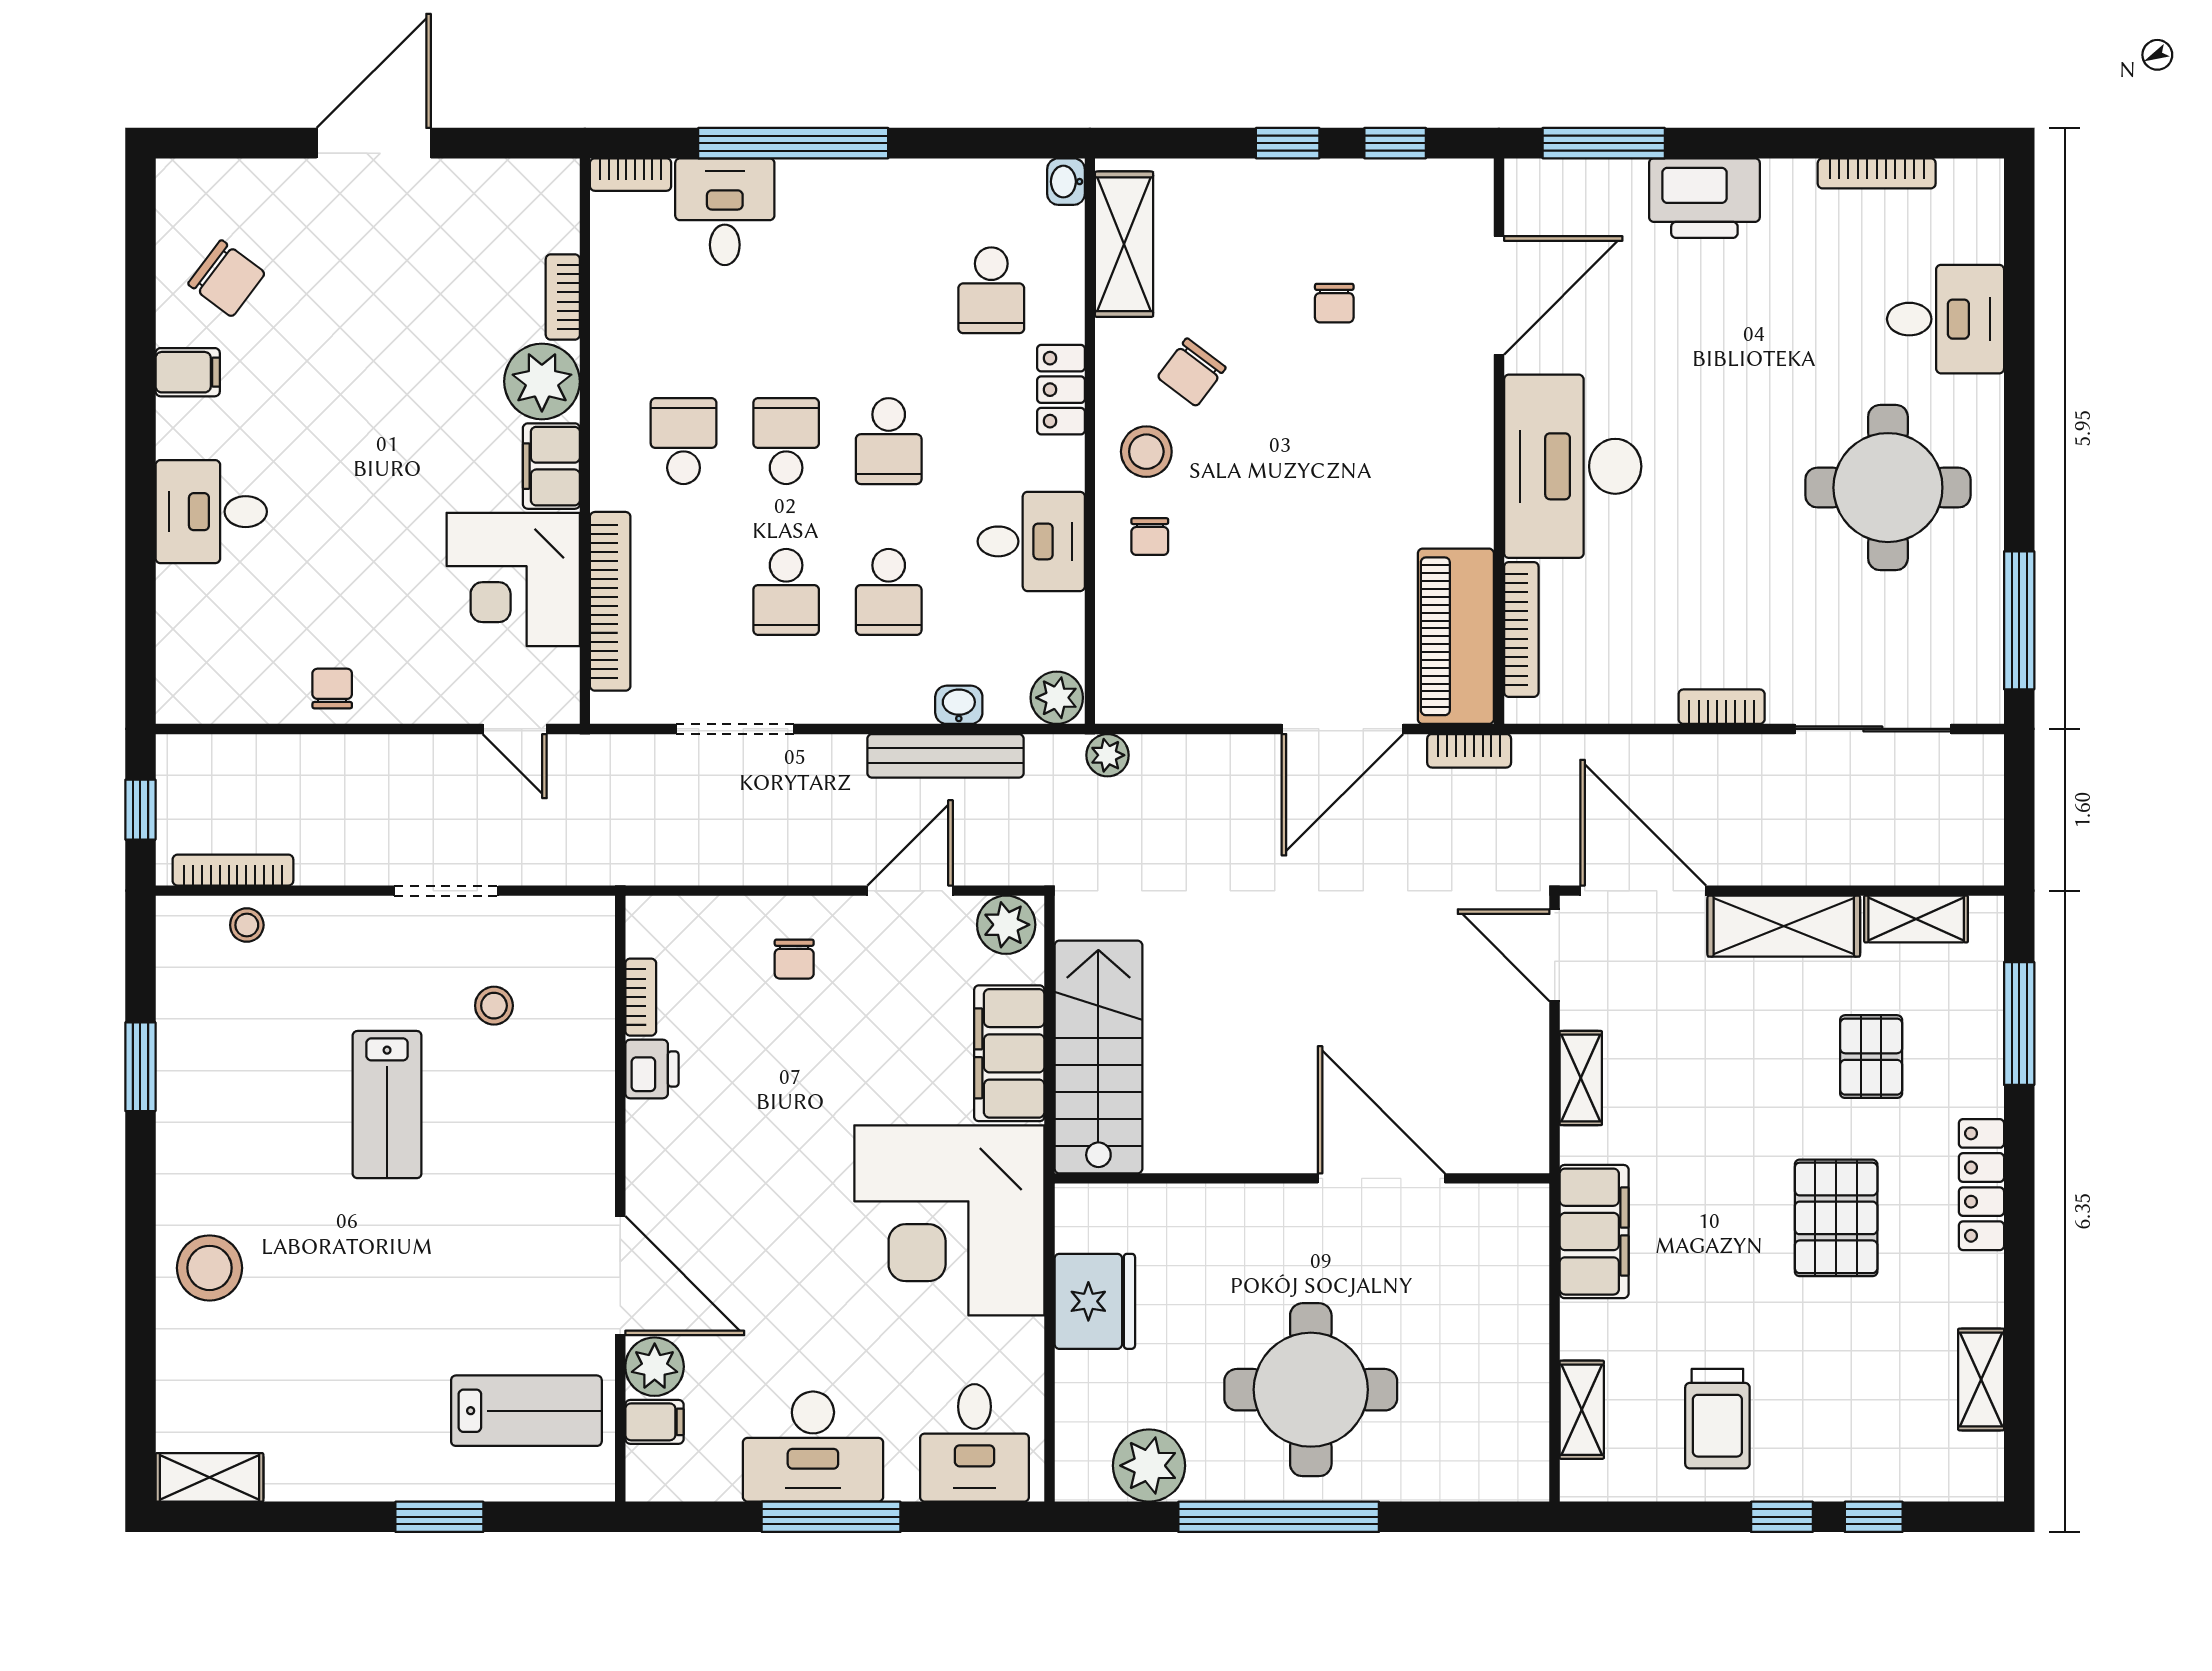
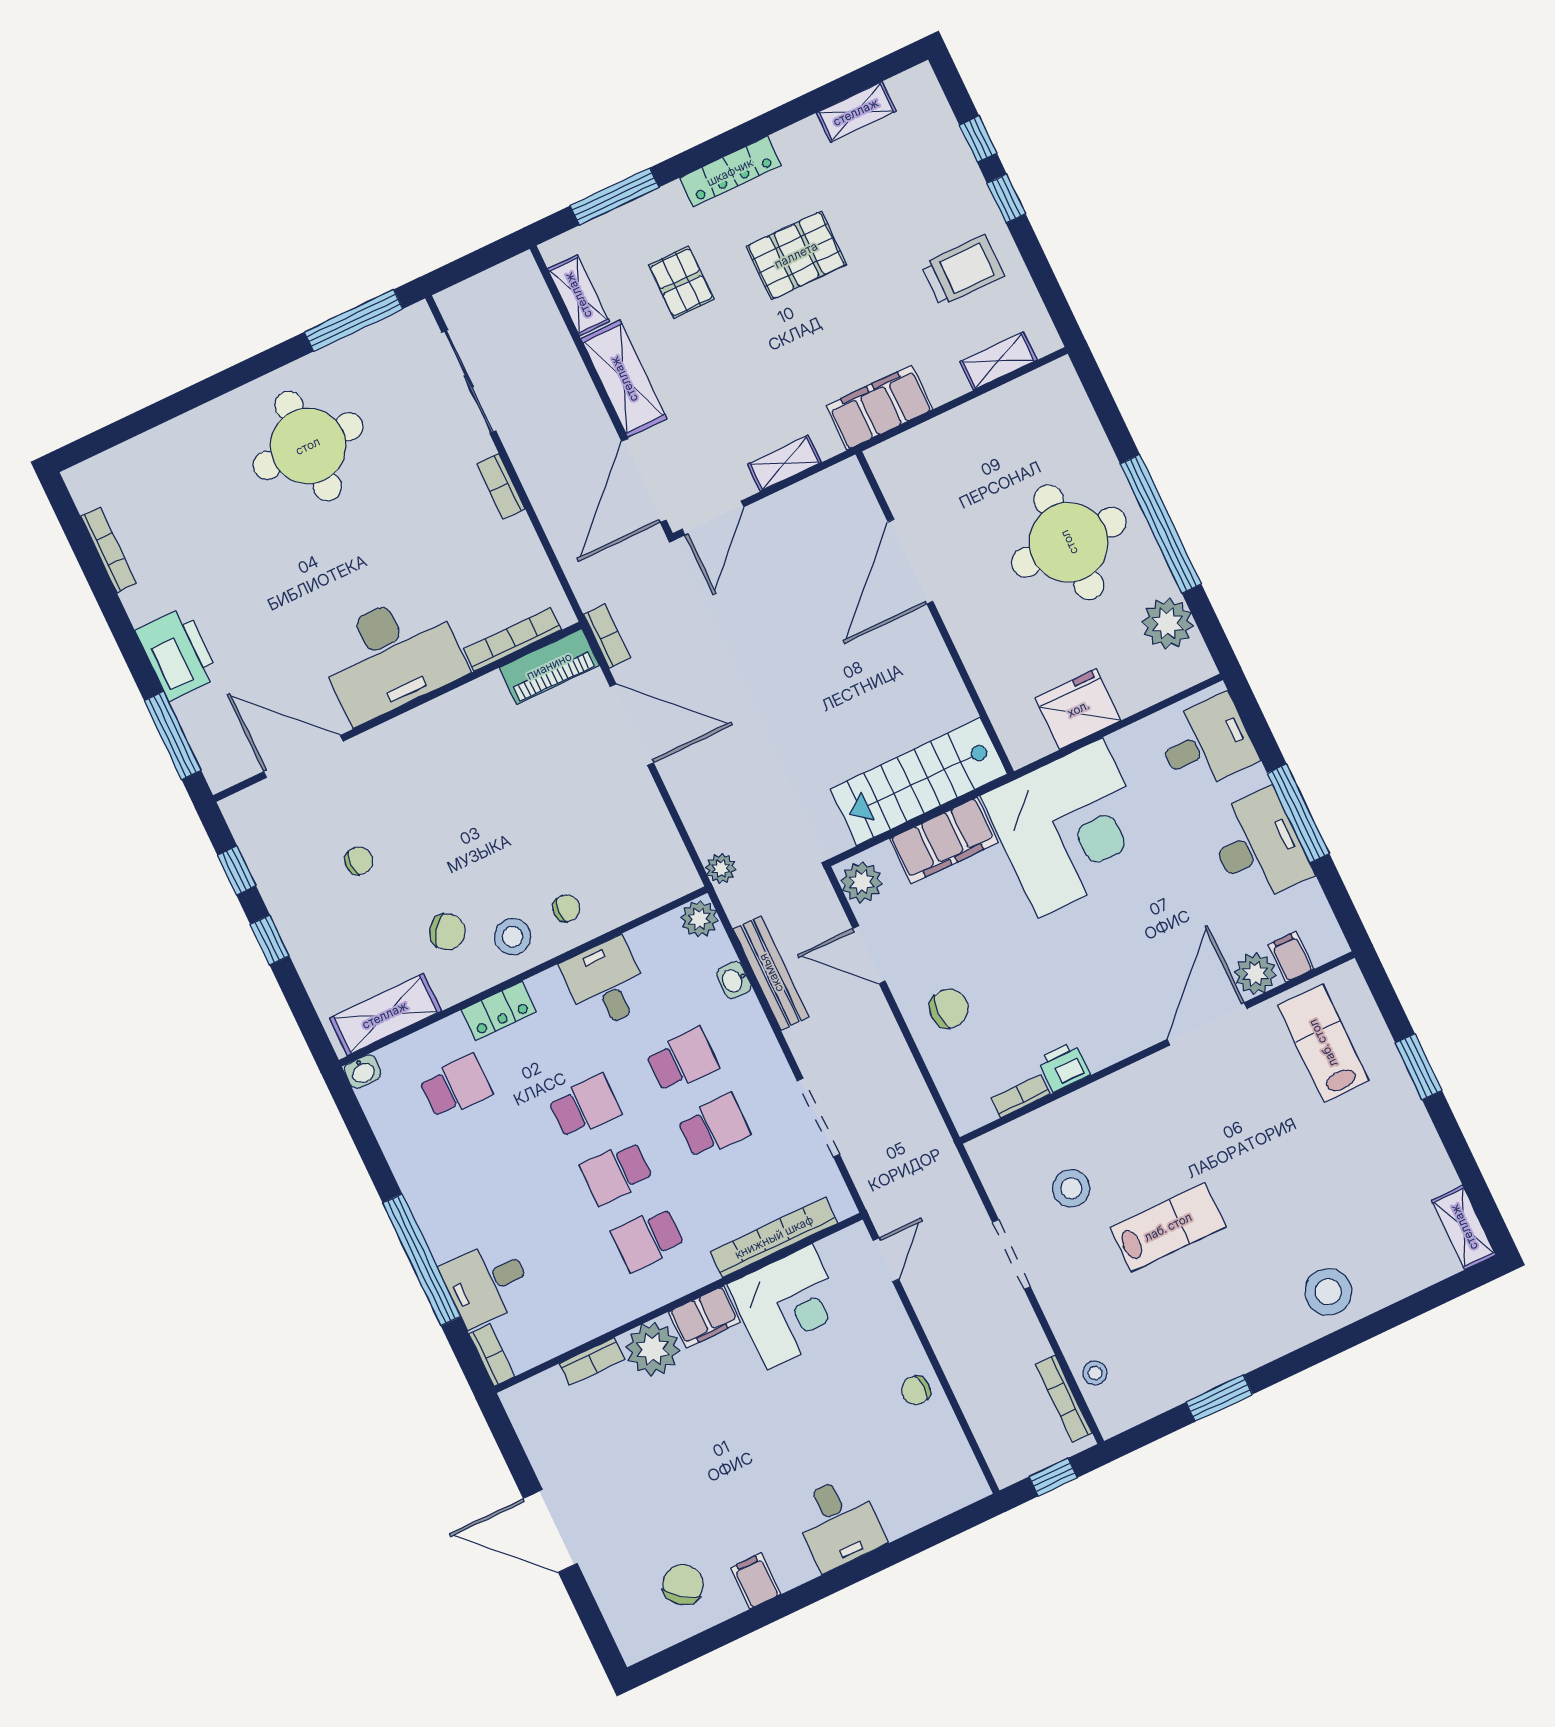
desk: (1945, 319) -> (181, 461), removed
piano: (1456, 636) -> (549, 666), width x0.73, depth x0.75
chair: (794, 959) -> (949, 1009), width x1.37, depth x1.37
stool: (494, 1006) -> (1071, 1188), width x1.37, depth x1.37
pallet: (1871, 1057) -> (681, 282), turned 90

